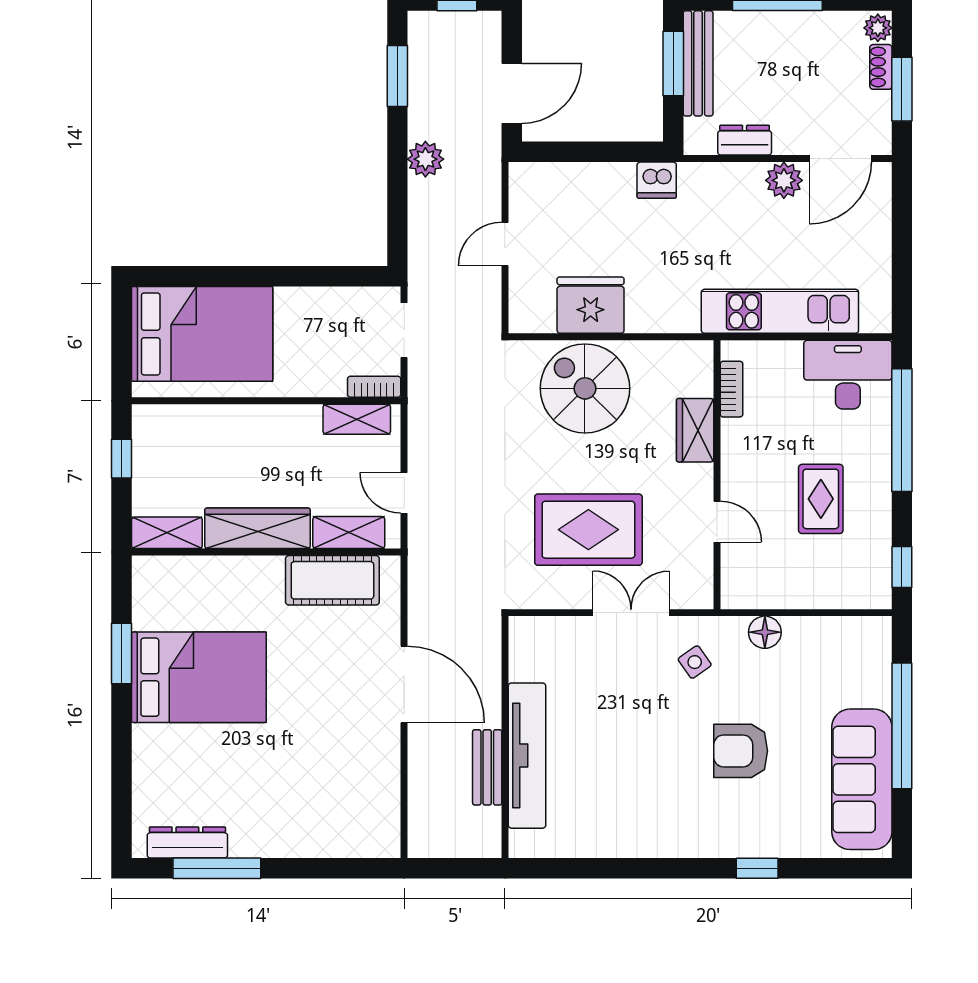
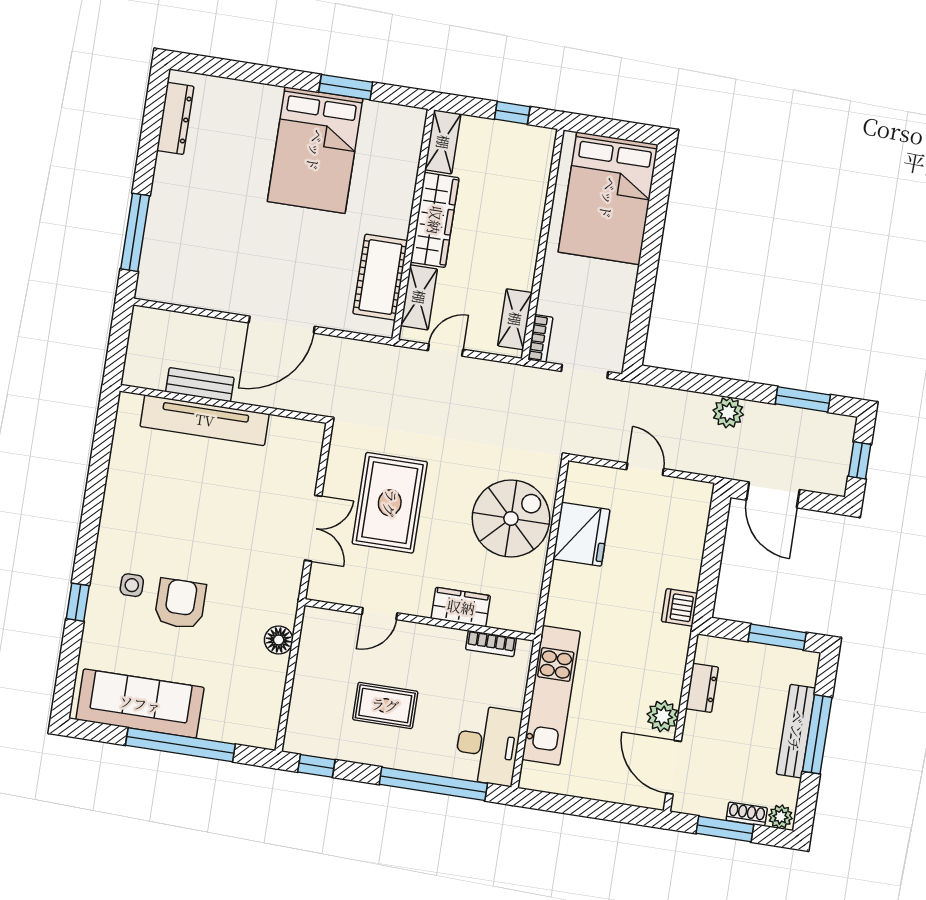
bench: (698, 63) -> (796, 731), moved, turned 90
side table: (695, 662) -> (132, 585), moved, turned 35
window: (217, 868) -> (135, 232), moved

